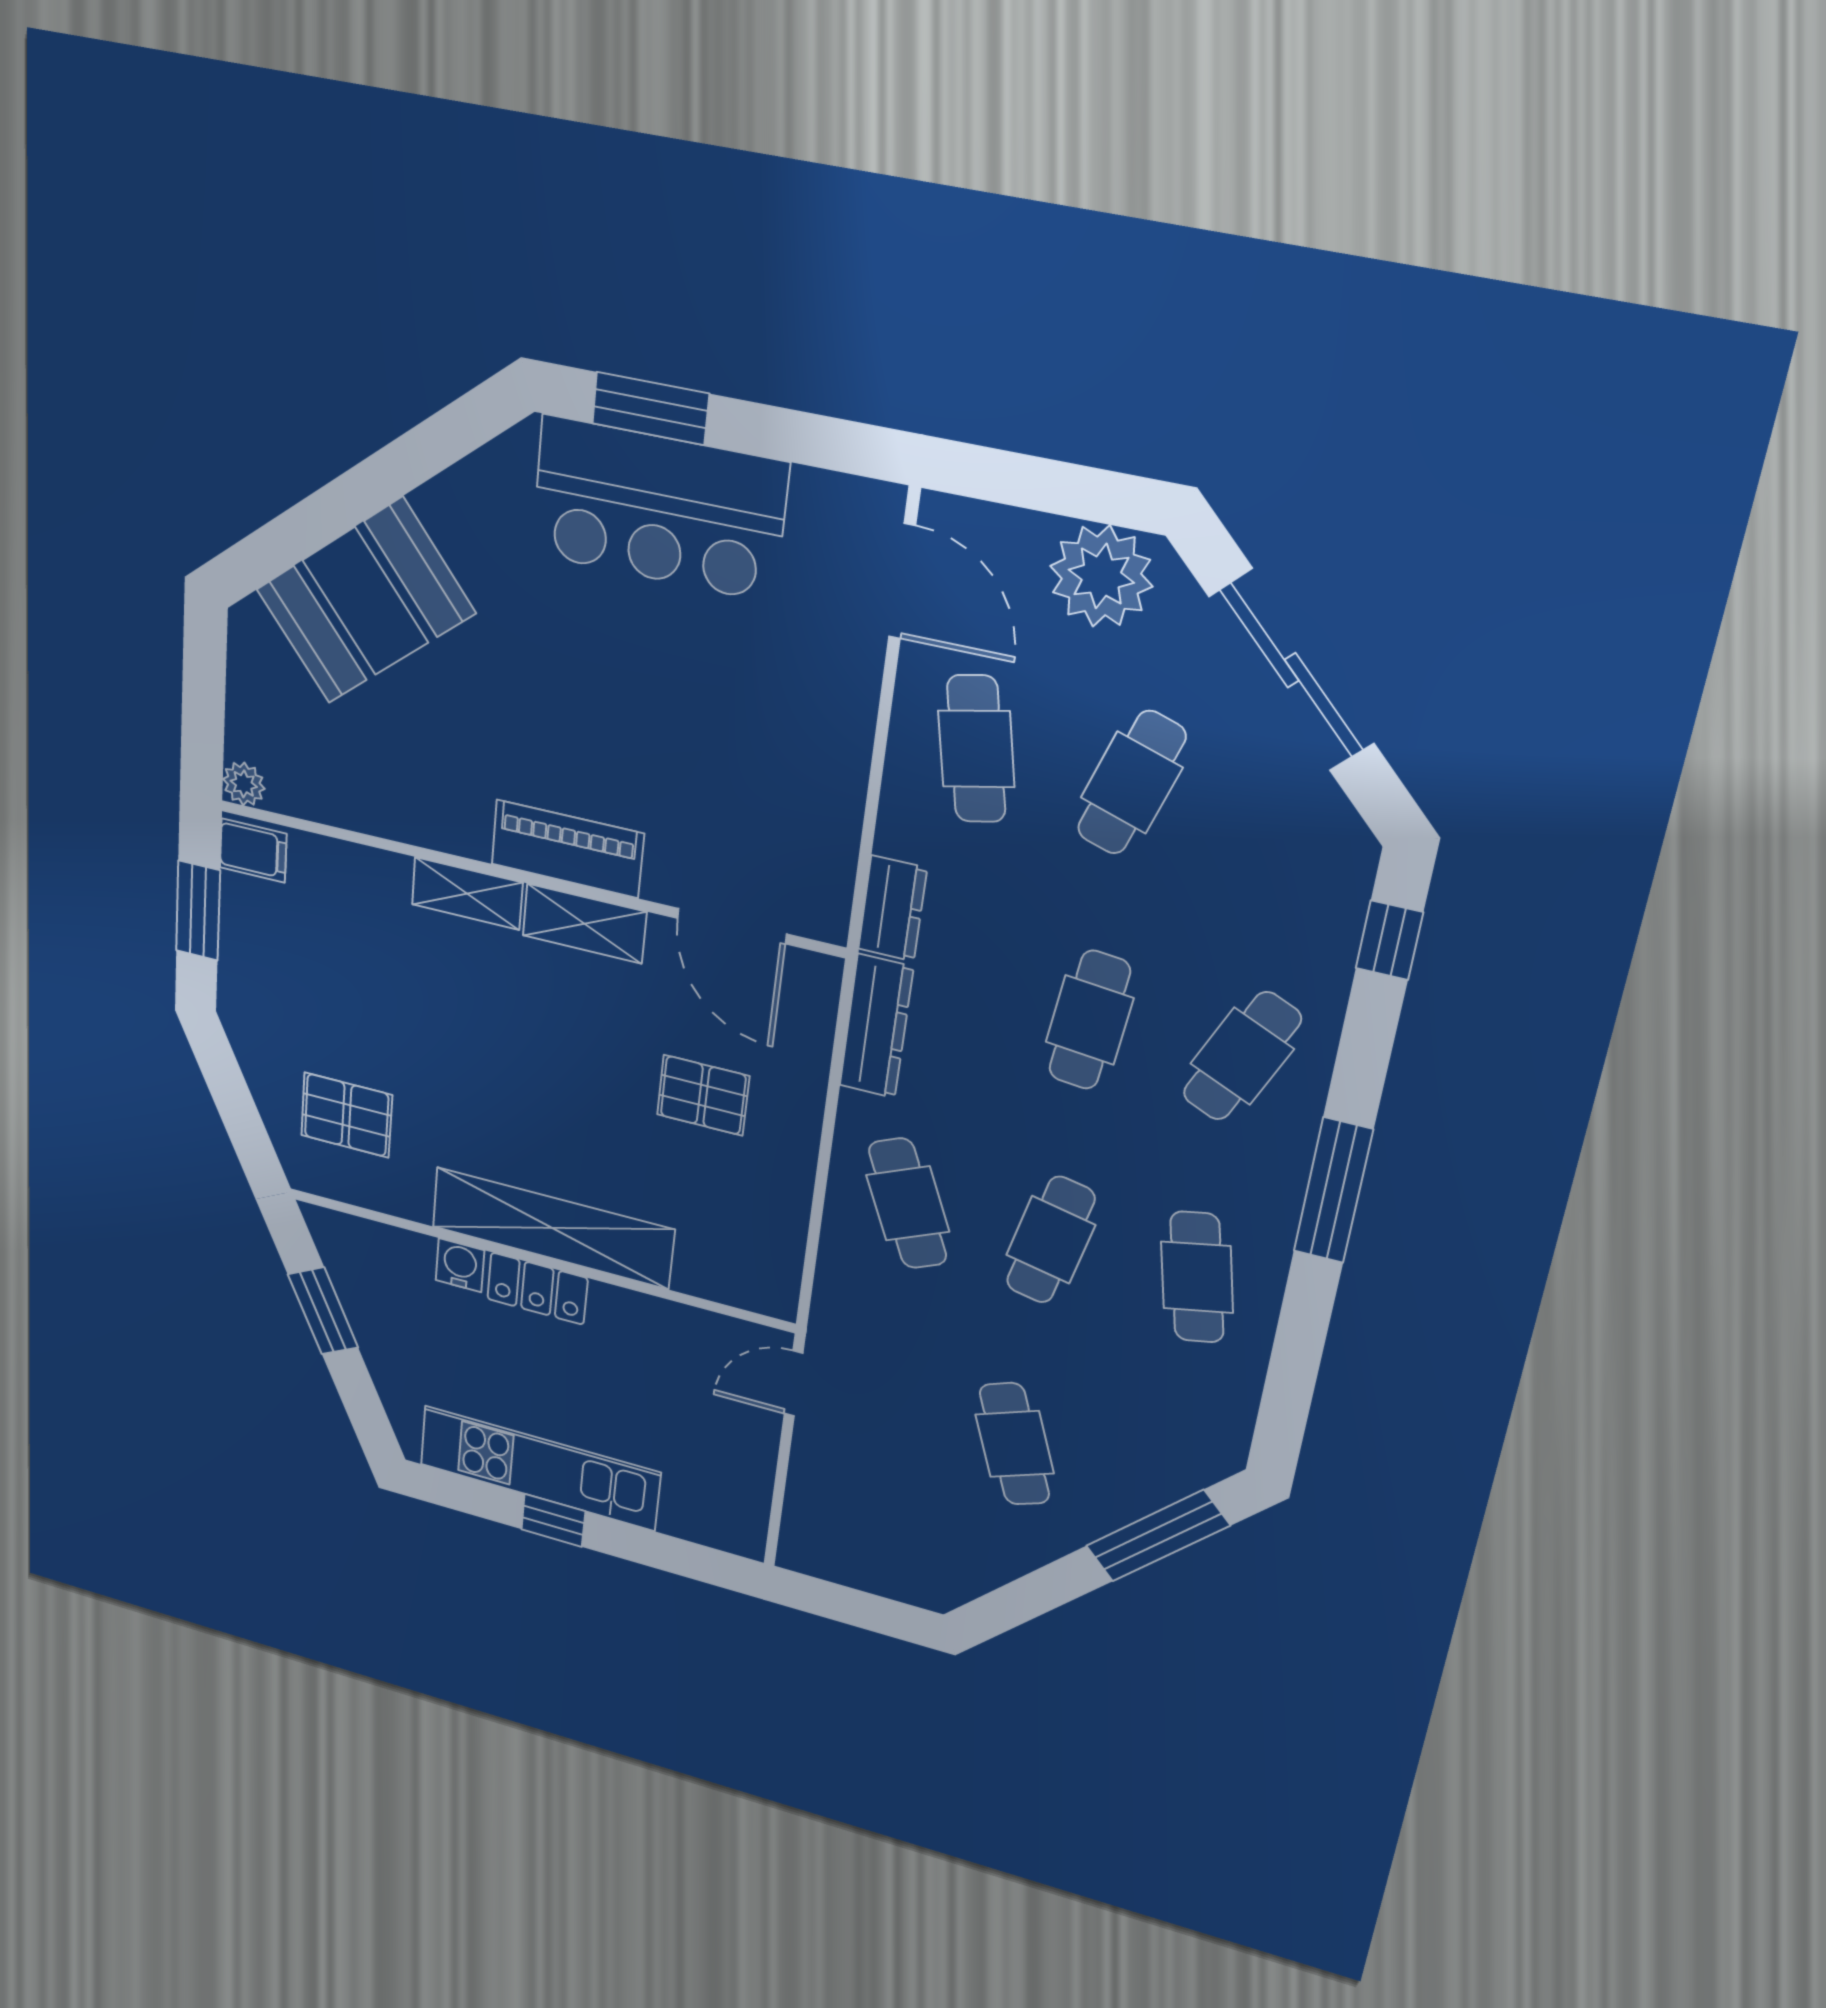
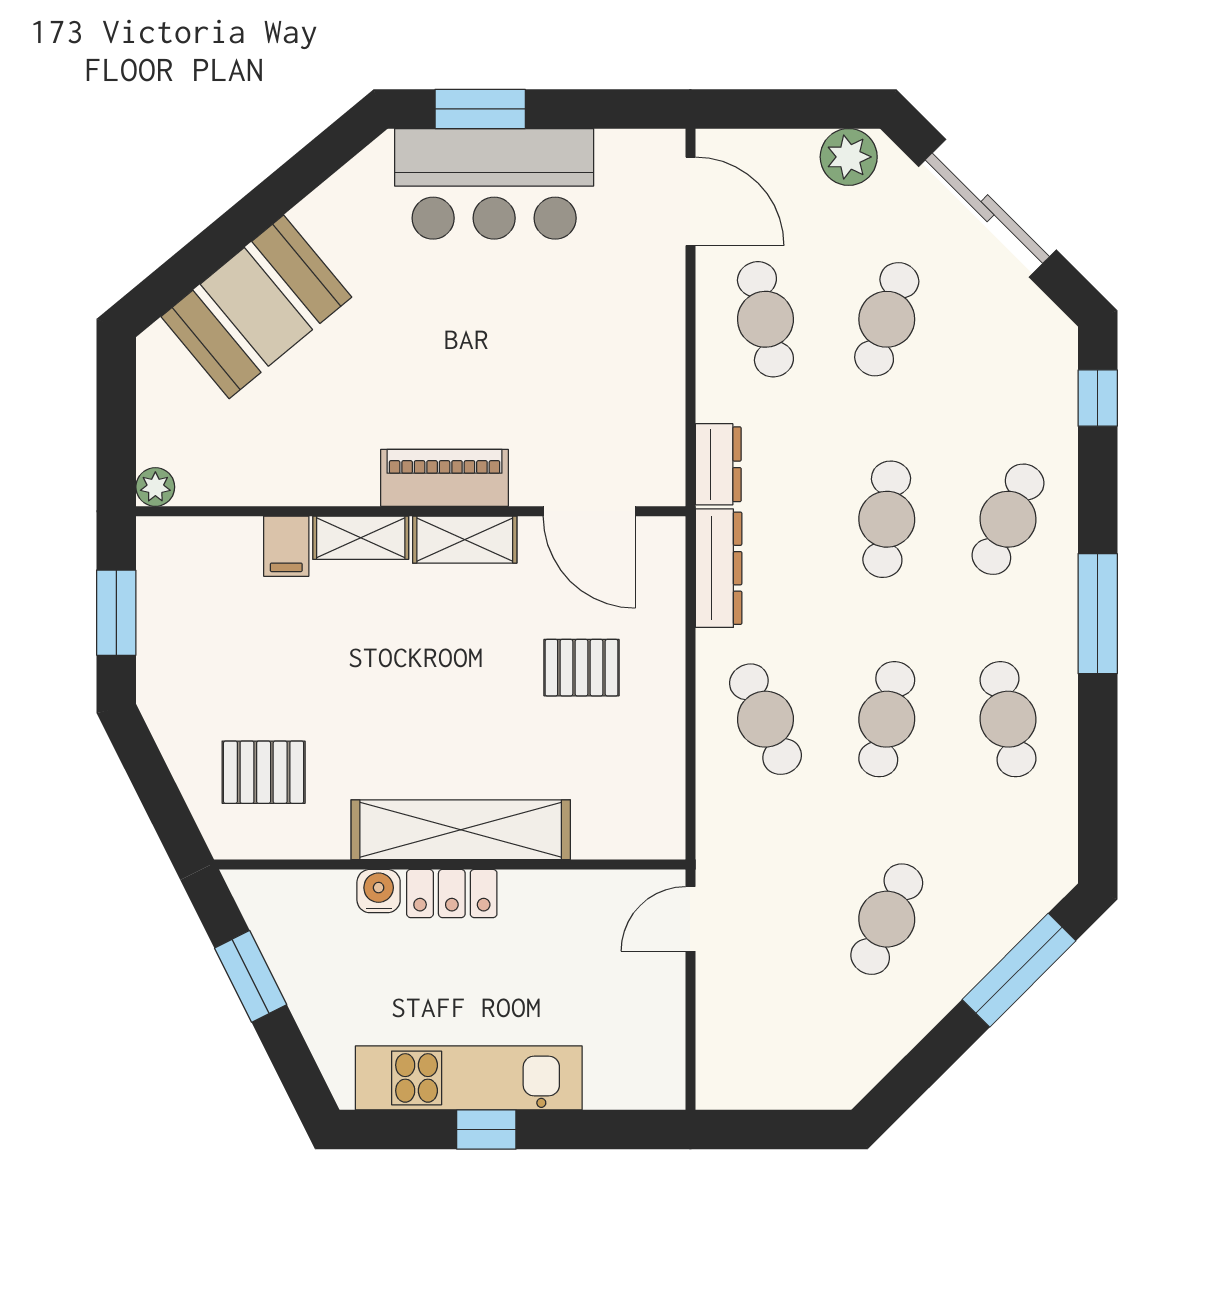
plant: (1101, 576) -> (849, 157), width x0.73, depth x0.73
filing cabinet: (253, 851) -> (286, 546), moved, turned 90
cafe table: (1015, 1444) -> (887, 919), turned 45

